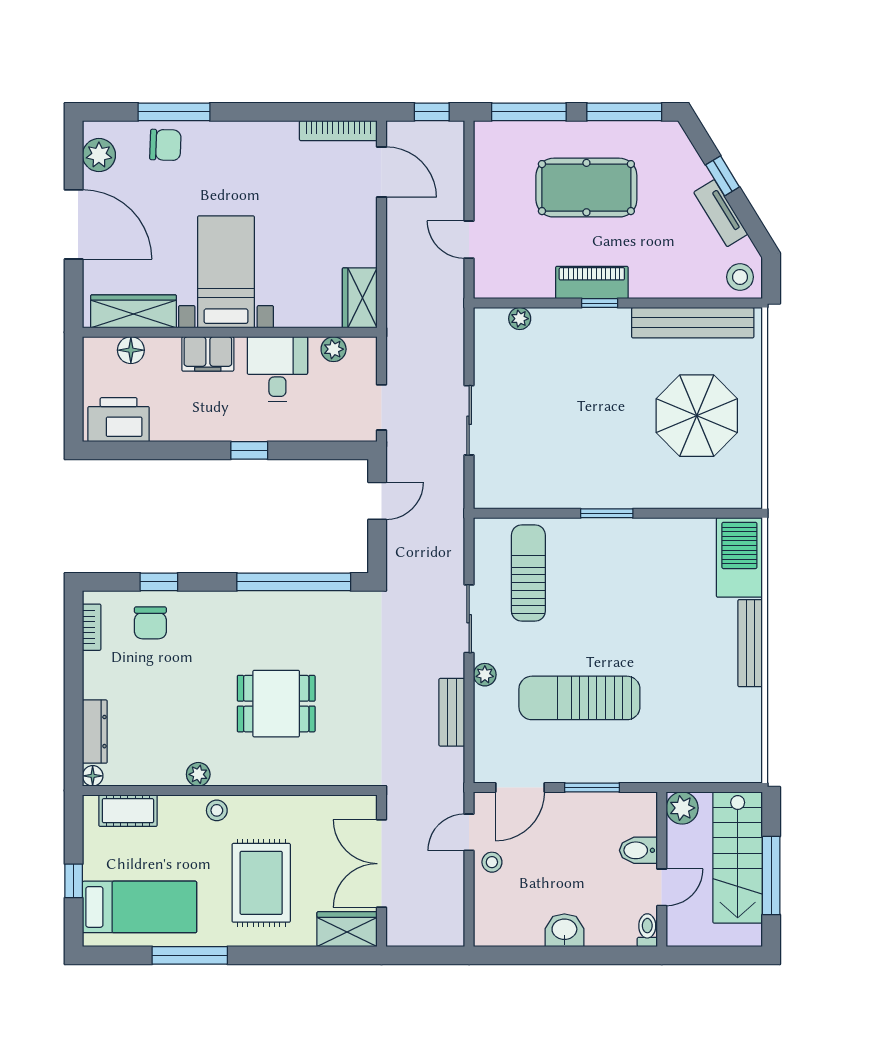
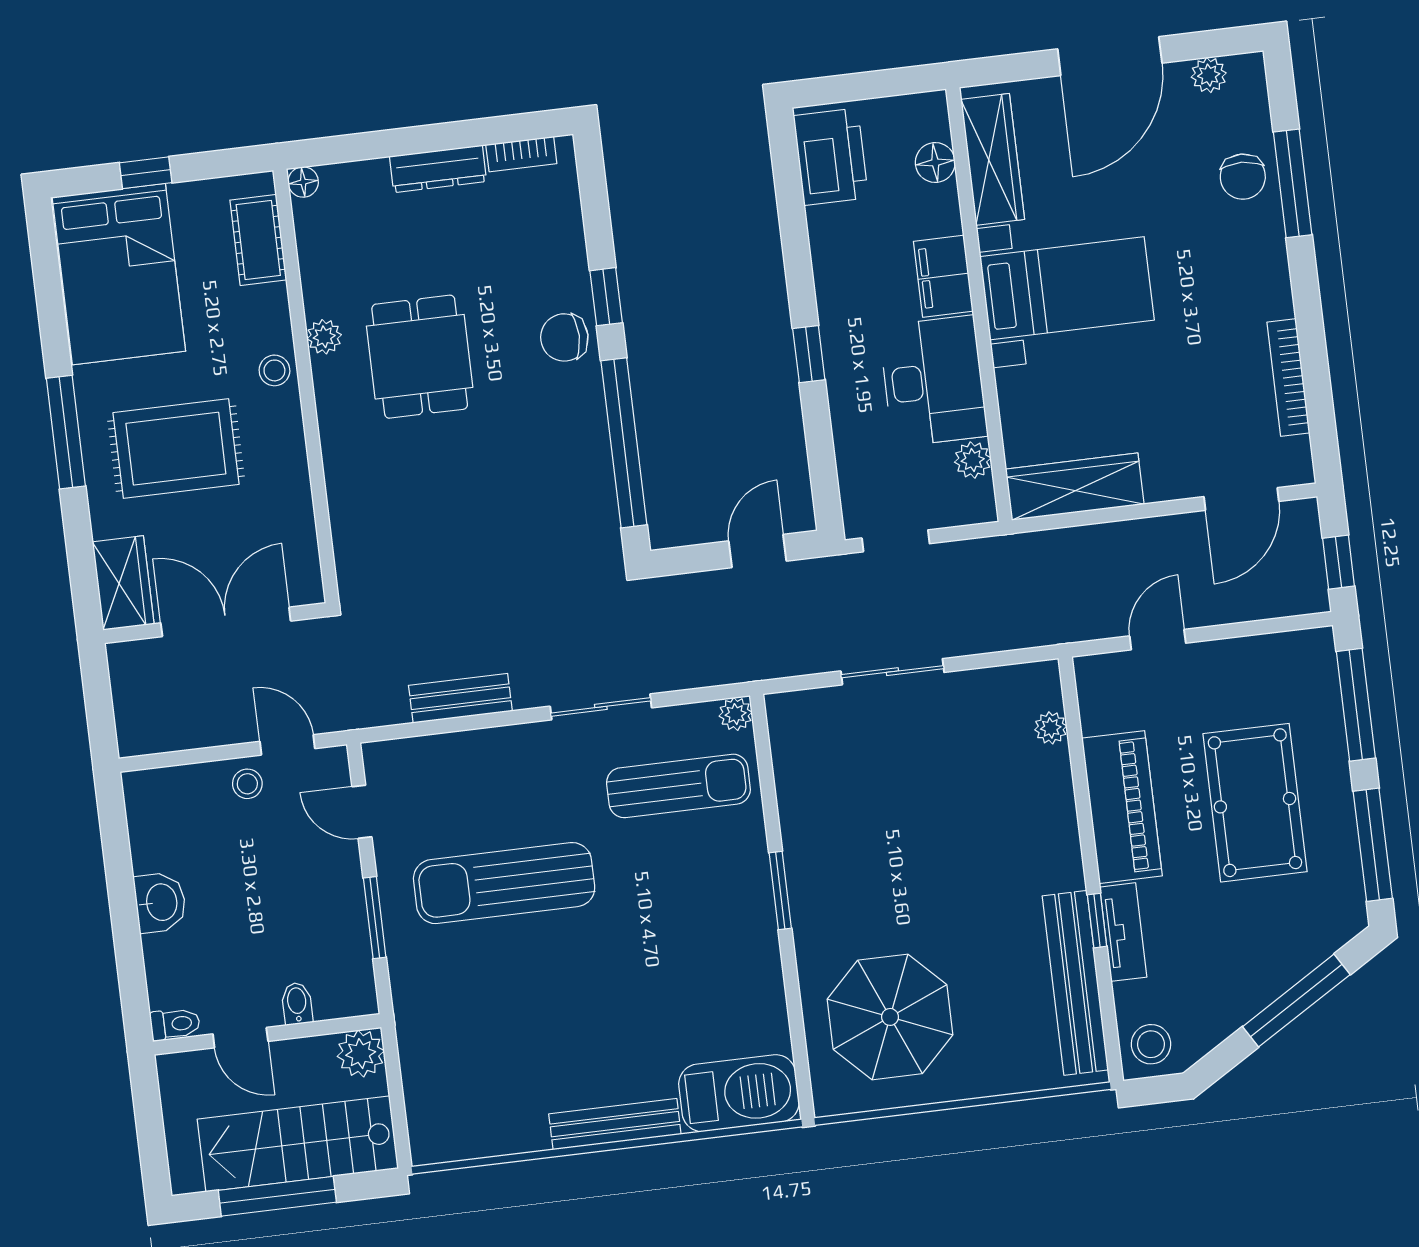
bookcase: (338, 131) -> (1288, 377), moved
plant: (99, 155) -> (1209, 75), width x0.73, depth x0.73
window: (723, 176) -> (1296, 1001), width x2.17
tv unit: (721, 213) -> (1123, 932), moved, turned 121
piano: (592, 283) -> (1122, 807), width x1.37, depth x1.33
wardrobe: (360, 298) -> (1075, 487), width x1.50
window: (600, 303) -> (1097, 921), moved
desk: (277, 369) -> (933, 381), width x1.37
parasol: (697, 416) -> (890, 1017), moved
door: (377, 501) -> (758, 551), swing flipped
window: (159, 582) -> (606, 297), moved
chair: (150, 623) -> (564, 337), moved
plant: (485, 675) -> (736, 714), moved
sun lounger: (579, 698) -> (504, 883), turned -90
dining table: (276, 704) -> (420, 357), moved
dresser: (95, 732) -> (438, 169), moved
door: (520, 788) -> (362, 812), width x0.73
bidet: (638, 850) -> (297, 1003), width x0.72, depth x0.74
bed: (140, 907) -> (119, 274), width x1.50
window: (190, 955) -> (66, 432), moved

